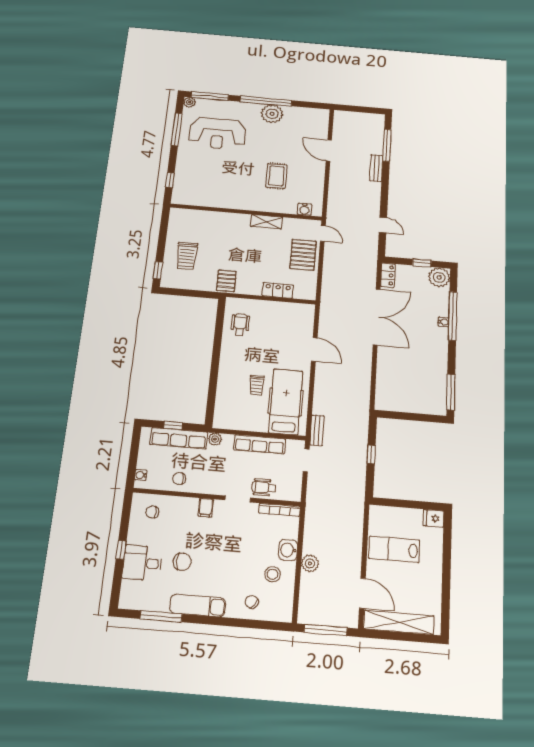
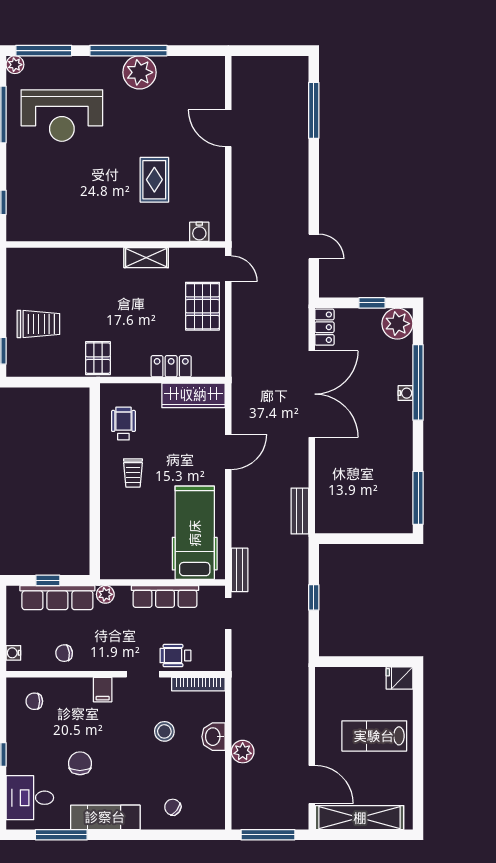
bench: (376, 168) -> (300, 511), moved
trolley: (187, 256) -> (38, 324), turned -90
wardrobe: (292, 311) -> (193, 395), added
door: (314, 350) -> (228, 452), hinge flipped
trolley: (257, 385) -> (133, 473), moved
lab bench: (394, 549) -> (374, 736), moved
chair: (182, 562) -> (80, 763), turned -90
desk: (142, 563) -> (30, 798), moved
stool: (273, 574) -> (164, 731), moved

